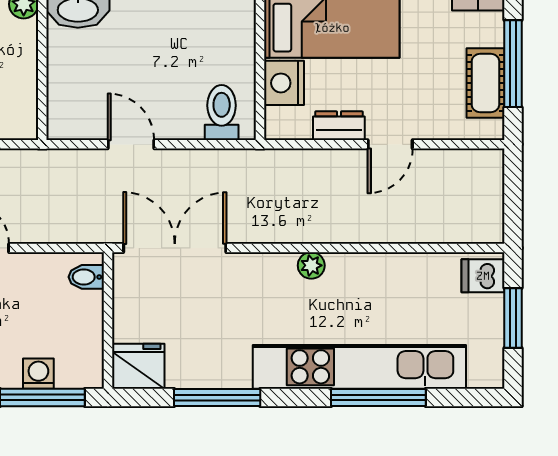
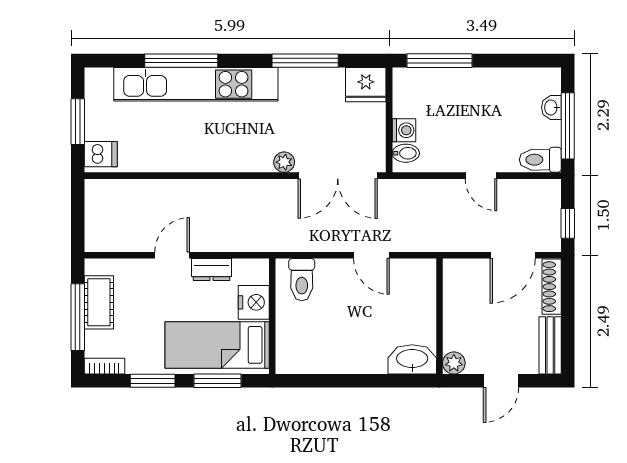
plant: (311, 265) -> (284, 162), moved
washing machine: (38, 374) -> (404, 130), moved, turned -90

